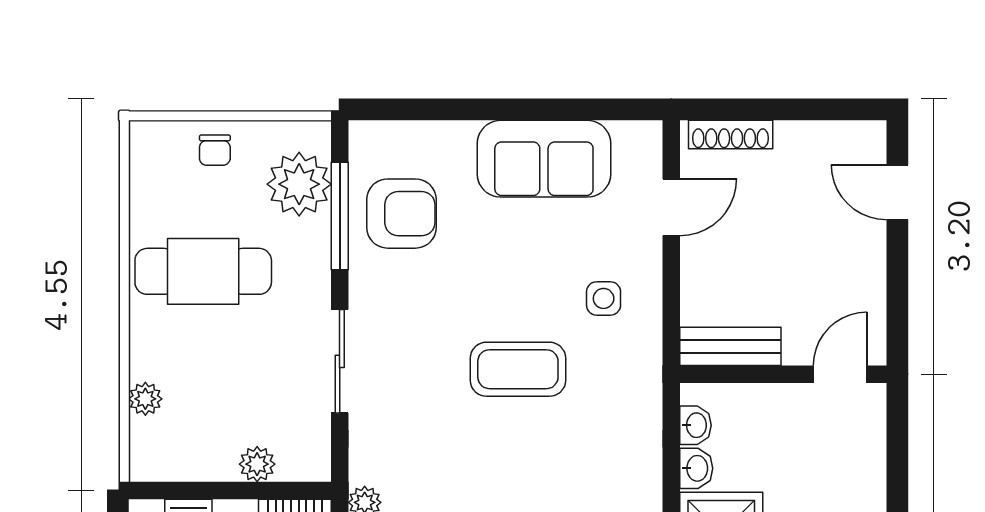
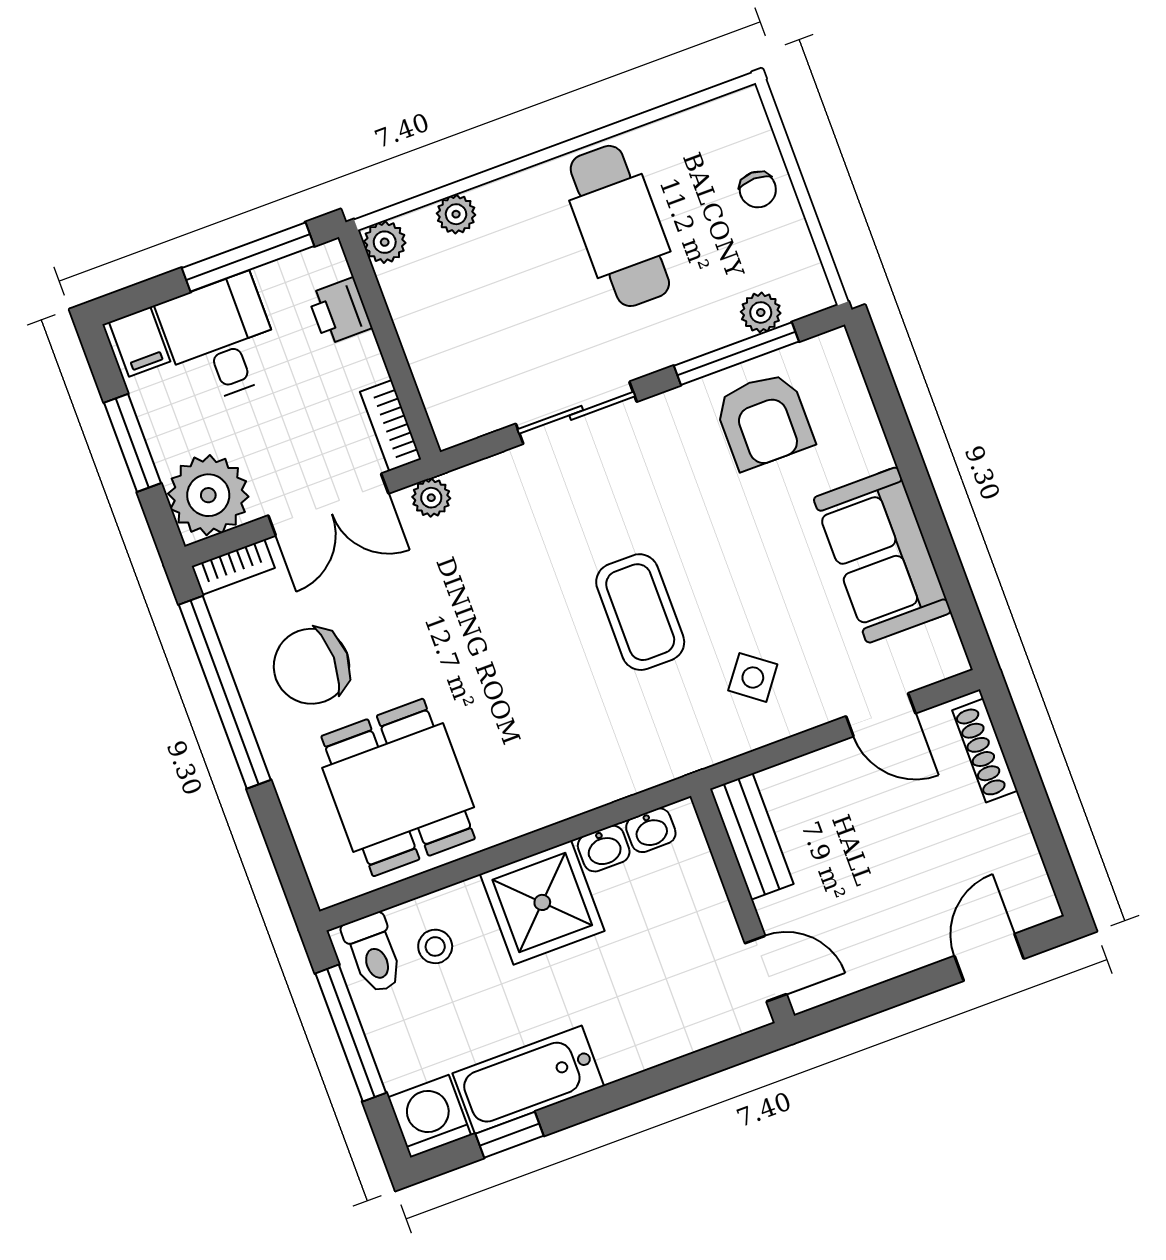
chair: (215, 150) -> (758, 190), turned -90
plant: (299, 184) -> (761, 312), width x0.53, depth x0.53
side table: (604, 298) -> (753, 677), turned 37
plant: (257, 464) -> (385, 242), moved

